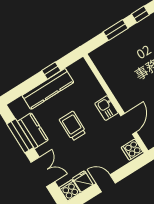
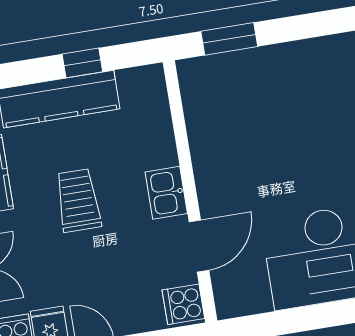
window: (140, 14) -> (323, 23), removed
window: (116, 30) -> (229, 39), moved

